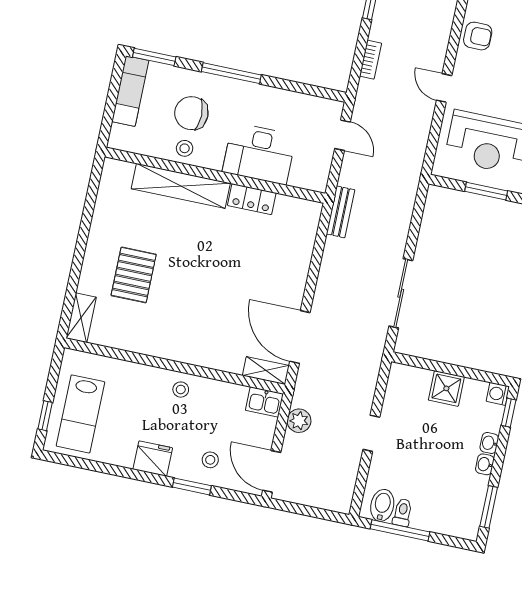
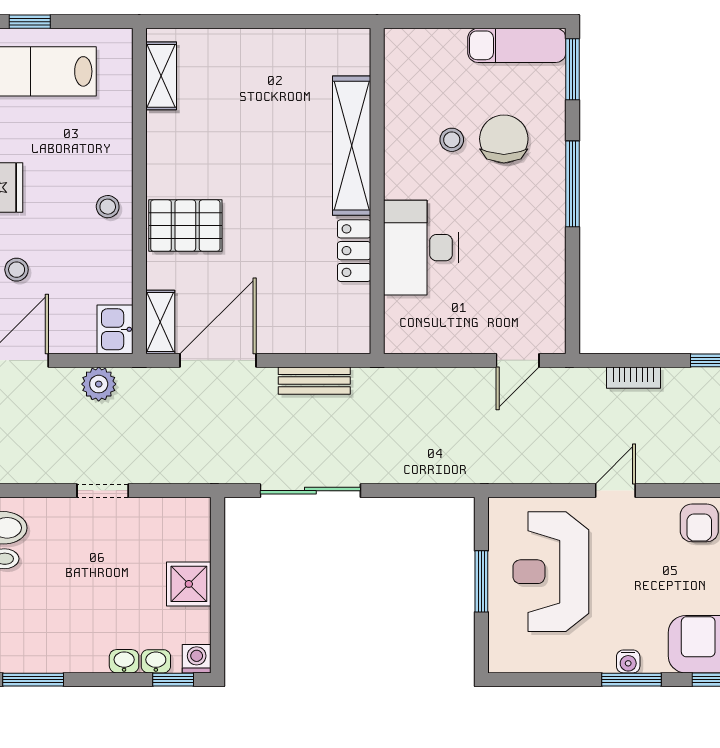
desk: (259, 154) -> (421, 248), moved
wall: (215, 175) -> (377, 191), moved
shelving: (181, 186) -> (352, 146), moved
locker: (252, 199) -> (354, 251), moved
bench: (341, 212) -> (314, 381), moved
pallet: (134, 275) -> (185, 226), moved
shelving: (81, 318) -> (161, 76), moved, turned 90
washbasin: (485, 464) -> (156, 661), moved

